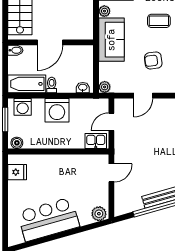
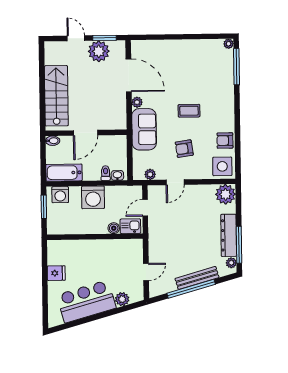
toilet: (52, 85) -> (106, 173), moved
plant: (105, 87) -> (150, 174), moved
boiler: (17, 143) -> (114, 228), moved
fridge: (17, 172) -> (56, 273), moved
door: (111, 173) -> (146, 272), moved
plant: (99, 214) -> (122, 299), moved

